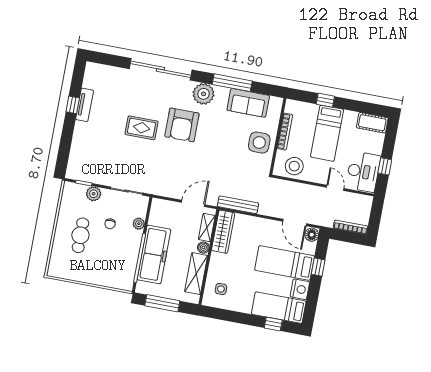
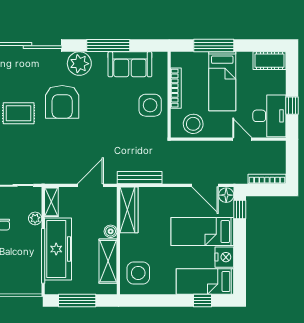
window: (325, 100) -> (214, 46), width x2.17
shelving: (207, 228) -> (51, 202), moved
window: (318, 267) -> (240, 210), moved
side table: (221, 289) -> (138, 273), width x1.87, depth x1.87

